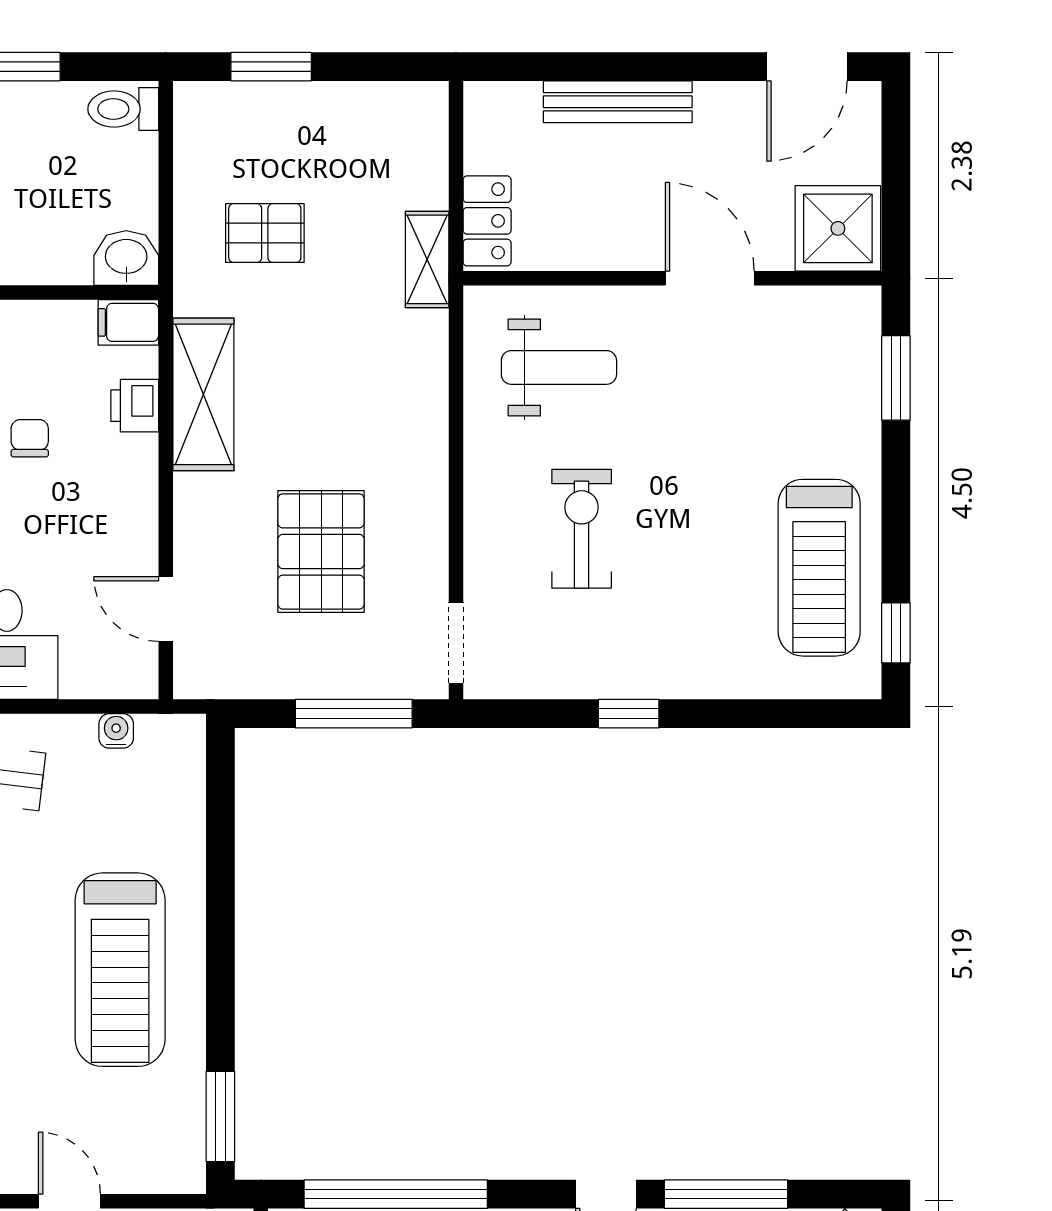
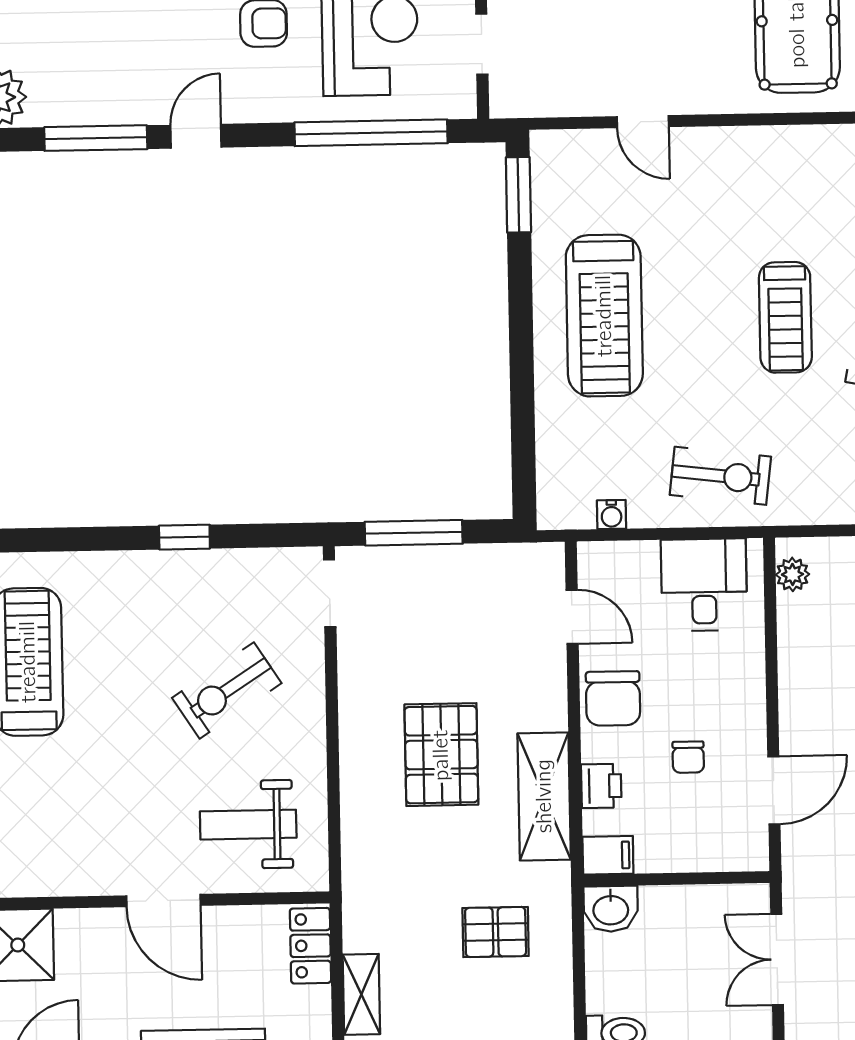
shelving: (427, 259) -> (361, 994), moved
door: (710, 278) -> (163, 901), moved
chair: (119, 510) -> (613, 698), added
exercise bike: (582, 529) -> (227, 691), turned 57
pallet: (321, 551) -> (441, 755), moved
treadmill: (120, 970) -> (604, 316), turned 180

